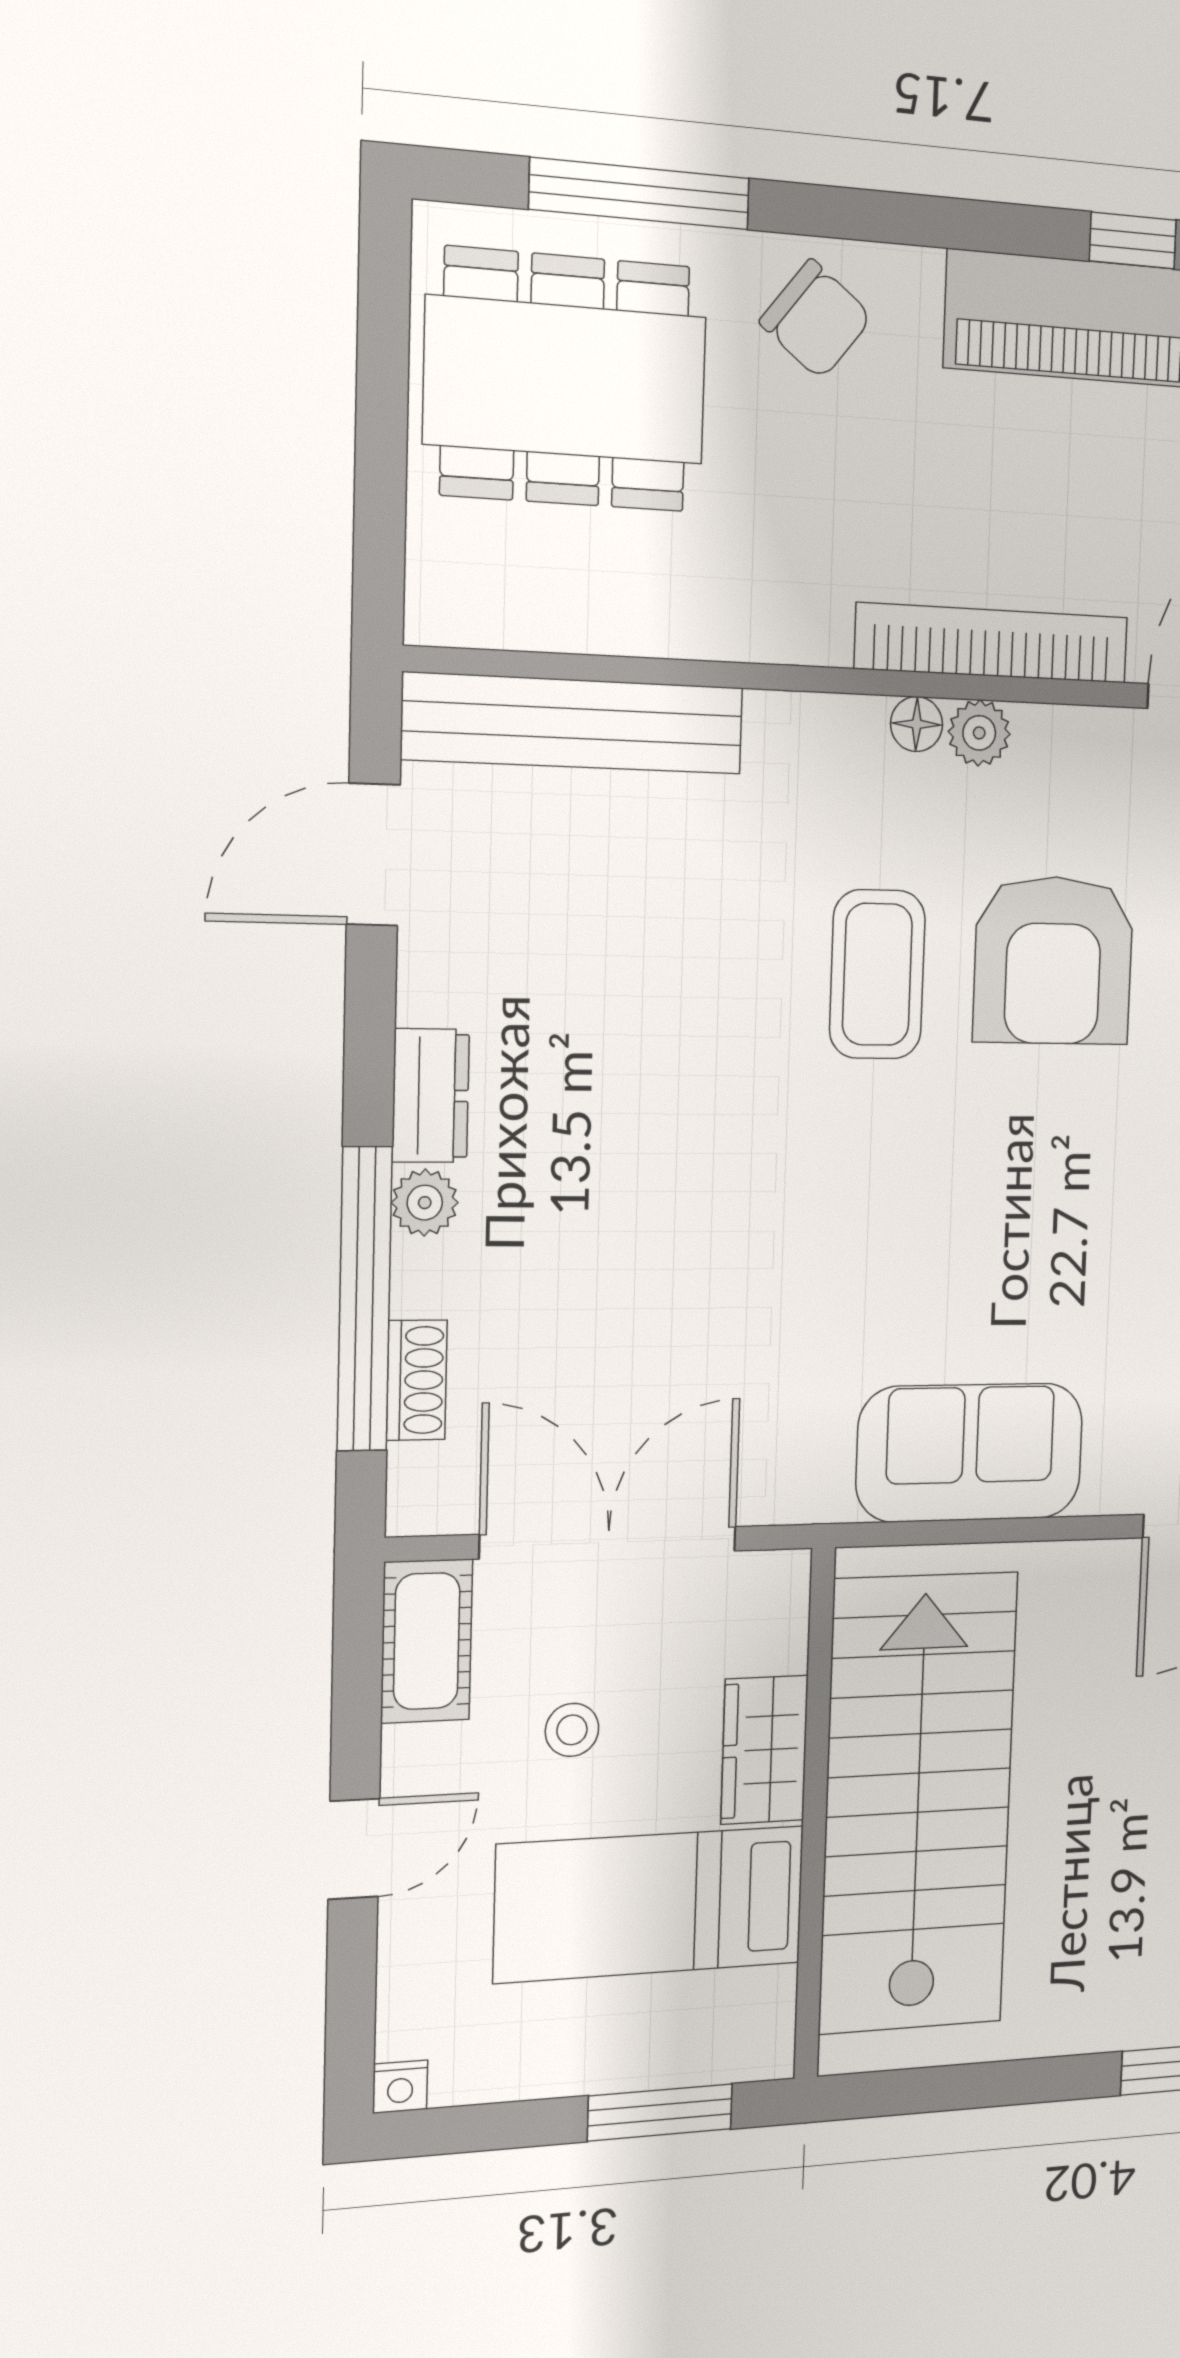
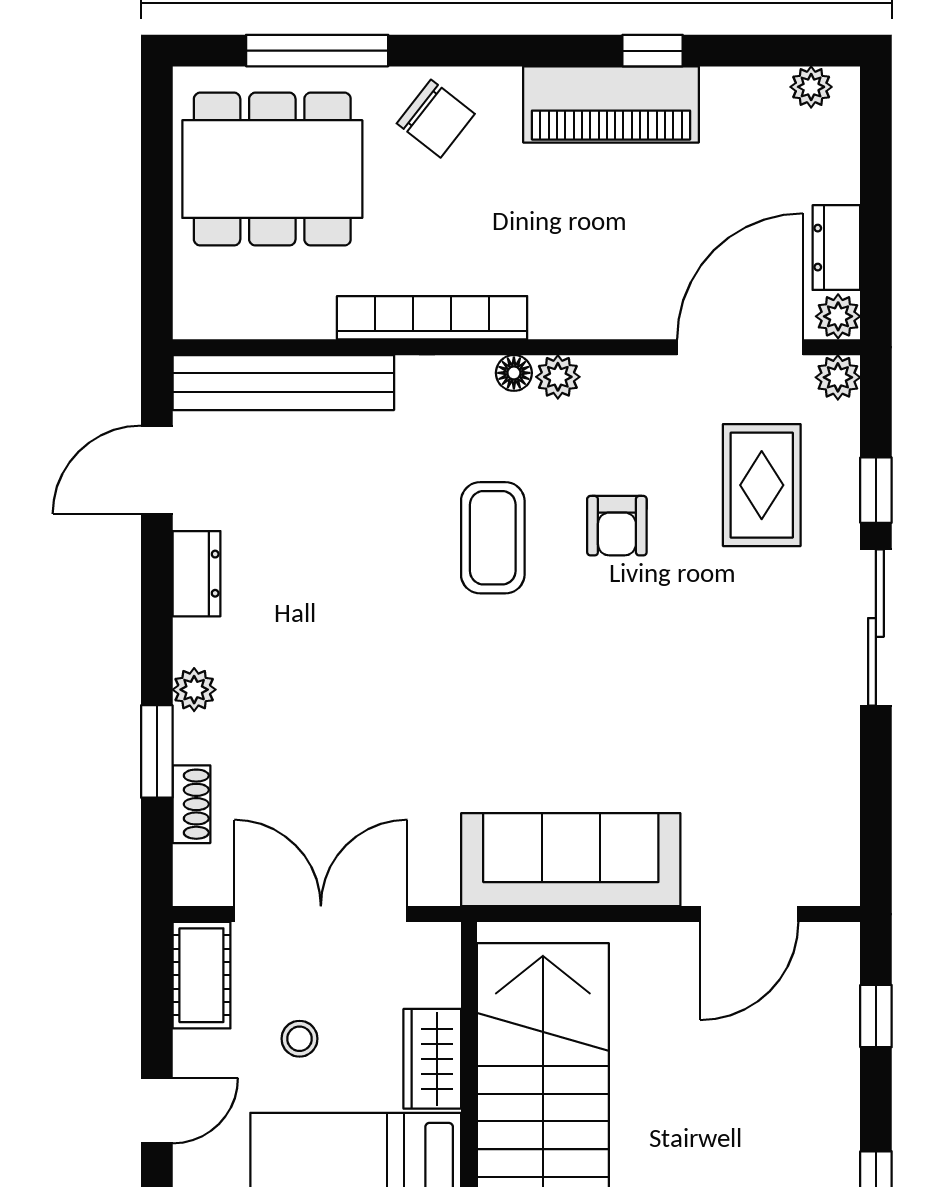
bookcase: (992, 643) -> (432, 318), moved
armchair: (1053, 960) -> (617, 526), width x0.53, depth x0.53
dresser: (431, 1096) -> (196, 574), moved
window: (365, 1299) -> (157, 751), width x0.47
sofa: (970, 1452) -> (571, 860), width x1.36

